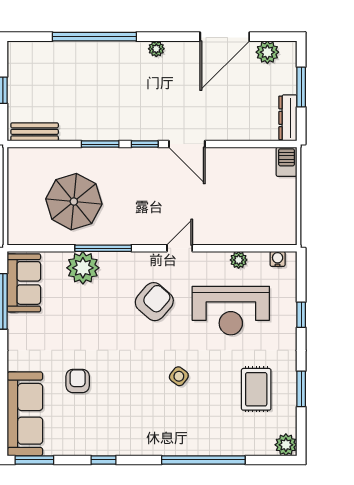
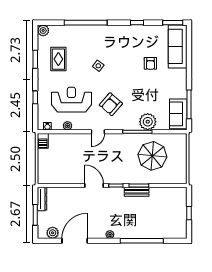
bench: (35, 132) -> (137, 192), moved
barbecue: (287, 162) -> (43, 141), moved

